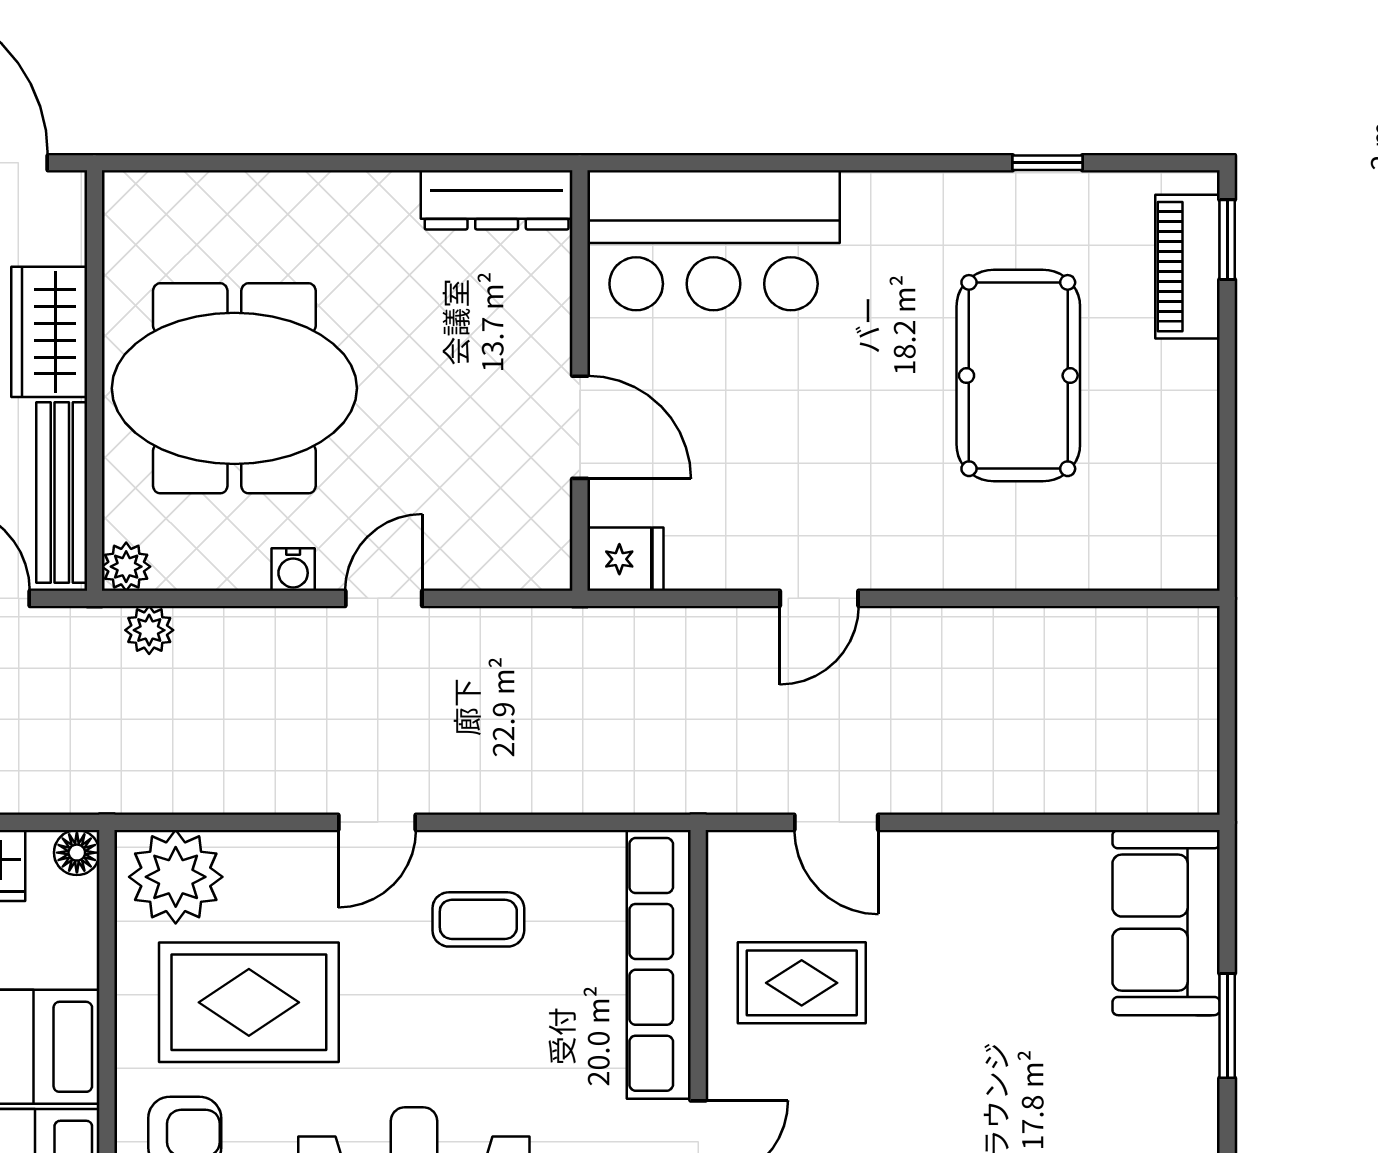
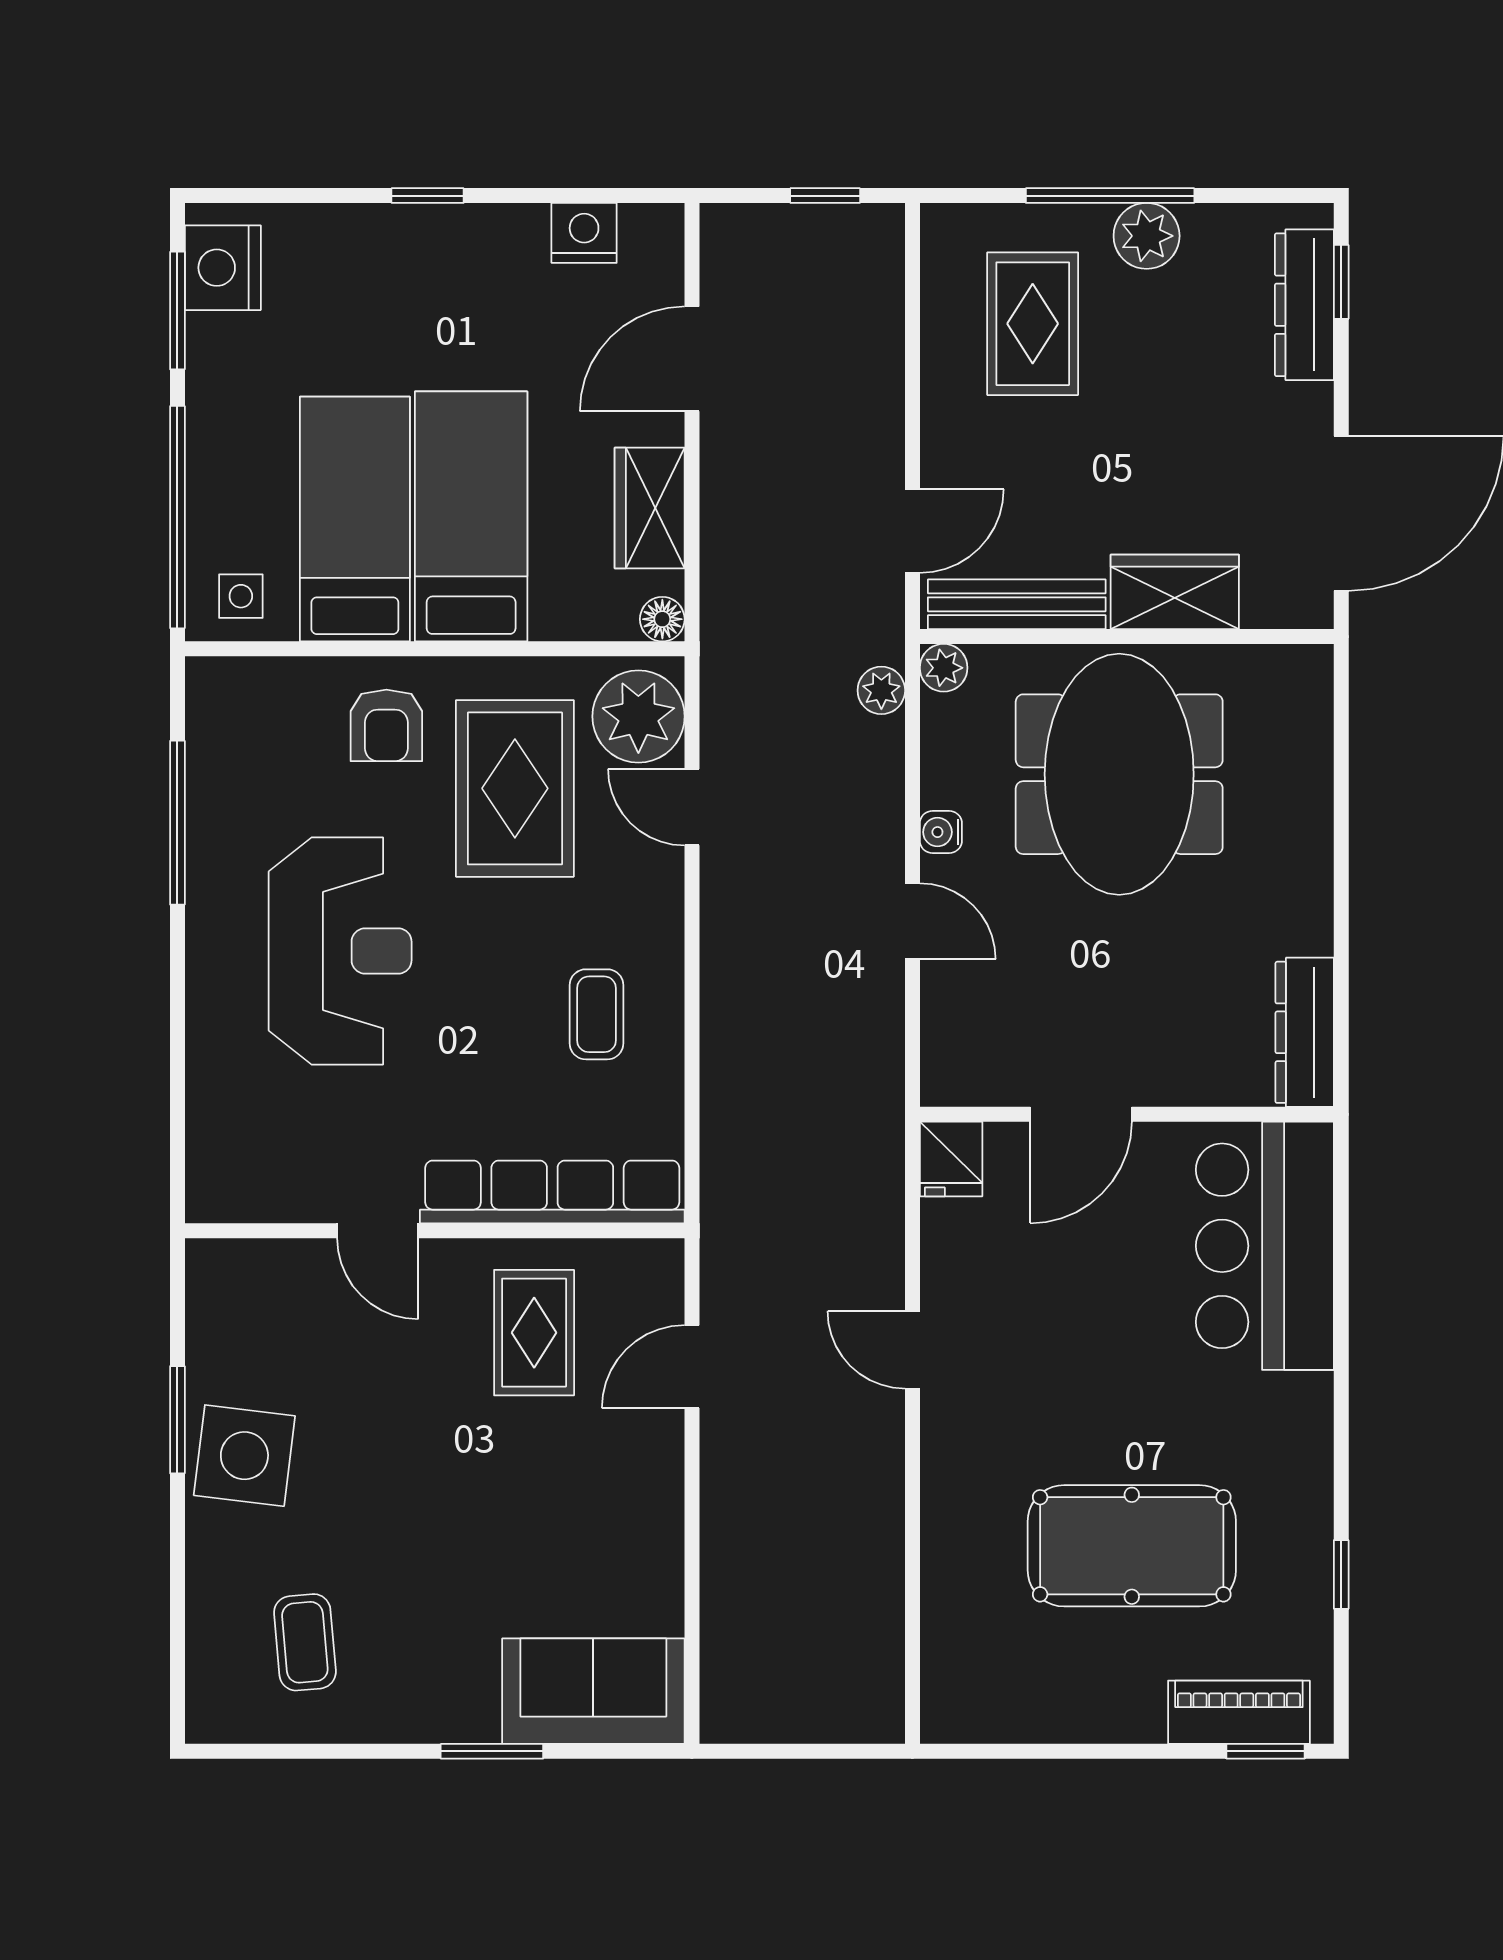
door: (377, 822) -> (692, 807), moved

